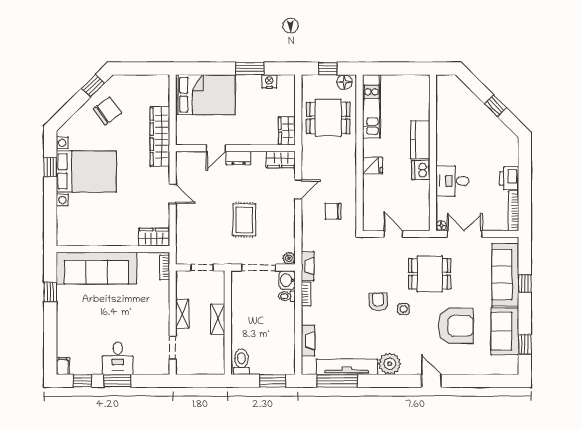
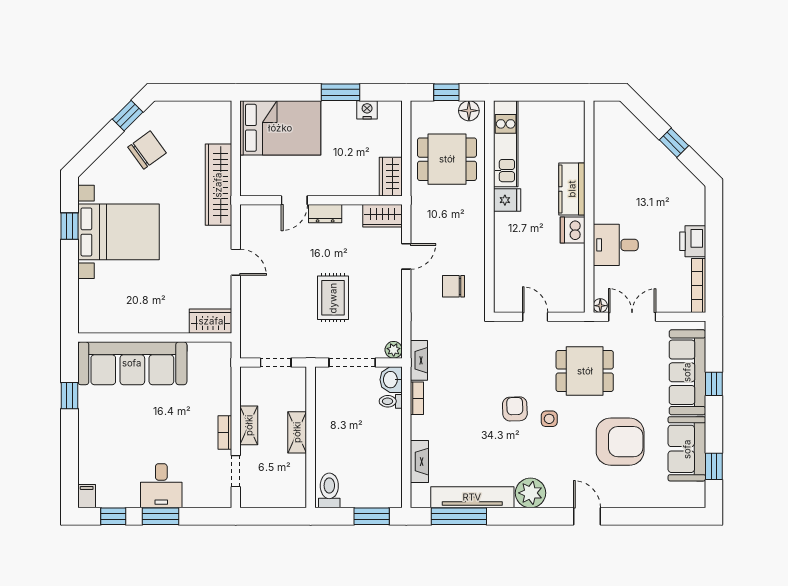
fridge: (373, 166) -> (507, 200), moved
bookcase: (165, 268) -> (225, 432), moved

